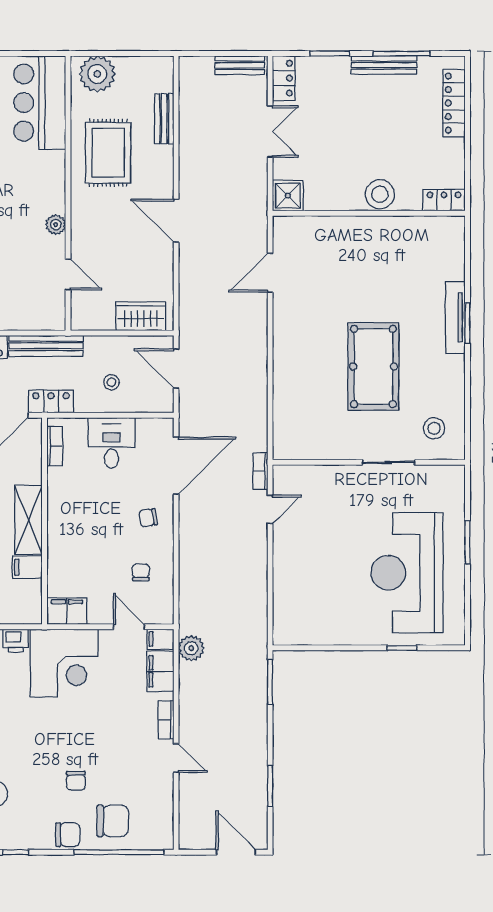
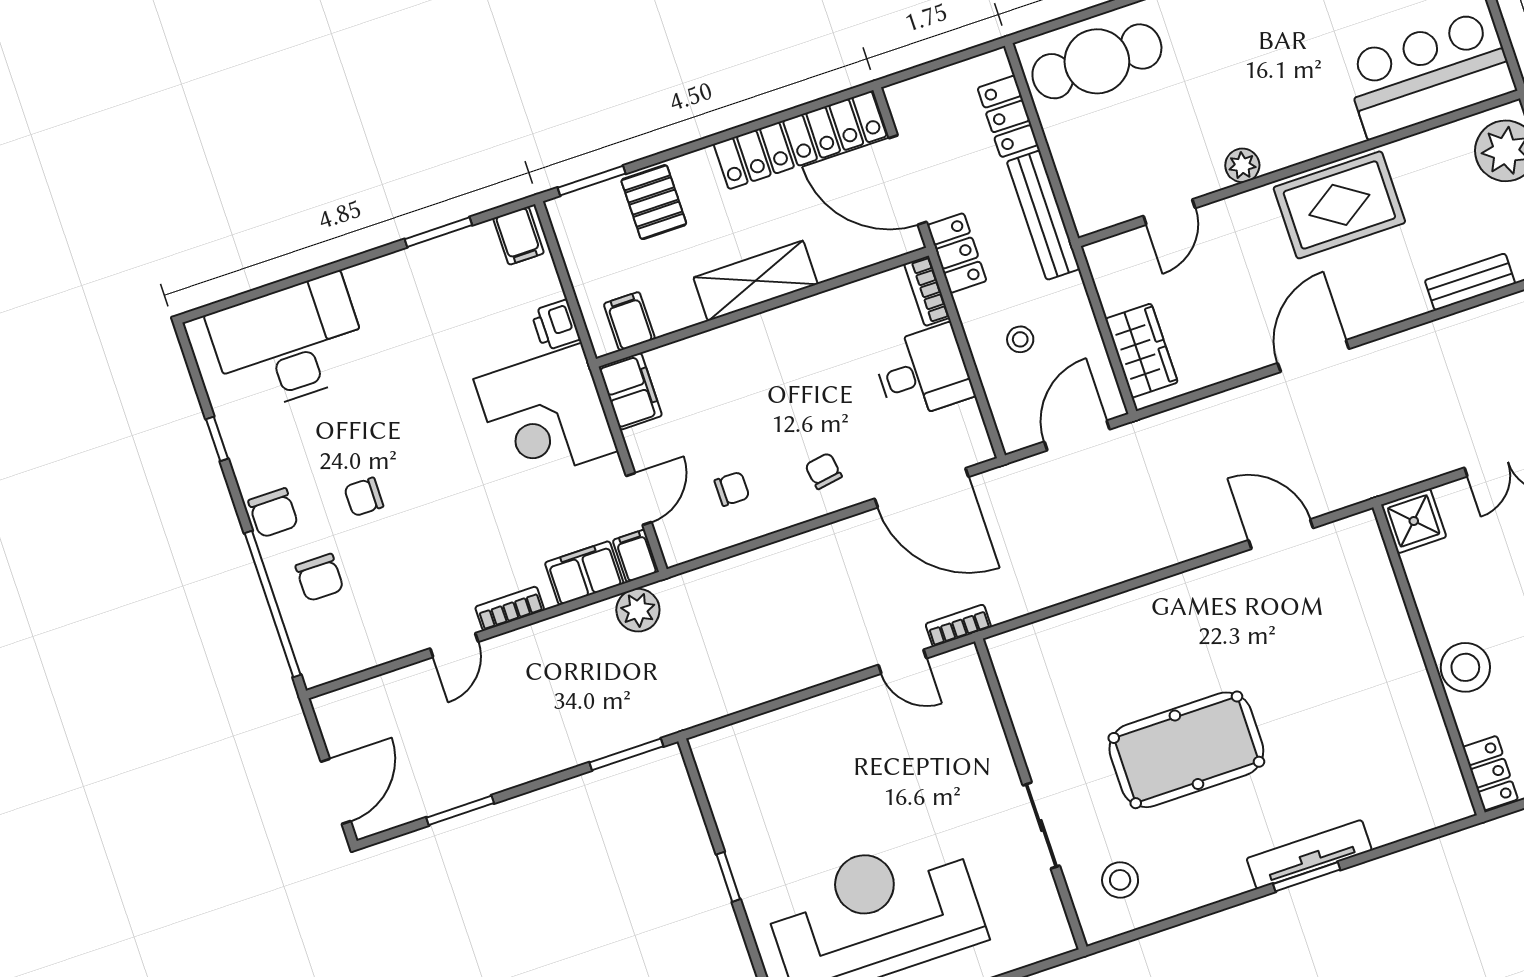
rug: (108, 153) -> (1339, 205), moved
bookcase: (55, 446) -> (927, 291), moved, turned 90
filing cabinet: (27, 567) -> (629, 321), moved
window: (402, 648) -> (728, 877), moved
chair: (113, 821) -> (320, 578), width x0.73, depth x0.73

